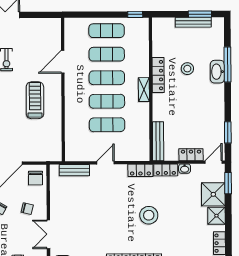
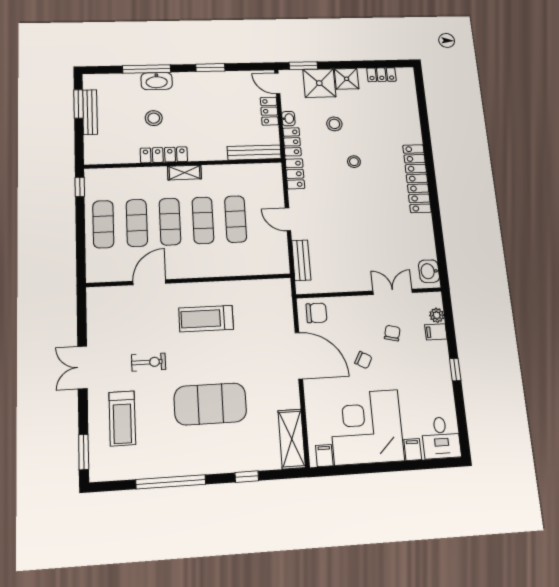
door: (63, 62) -> (149, 282), swing flipped
window: (228, 132) -> (210, 68), moved
stool: (179, 203) -> (334, 124), added
chair: (27, 209) -> (392, 333), moved
stool: (149, 215) -> (354, 162), width x0.53, depth x0.53
double door: (48, 234) -> (393, 292), swing flipped

